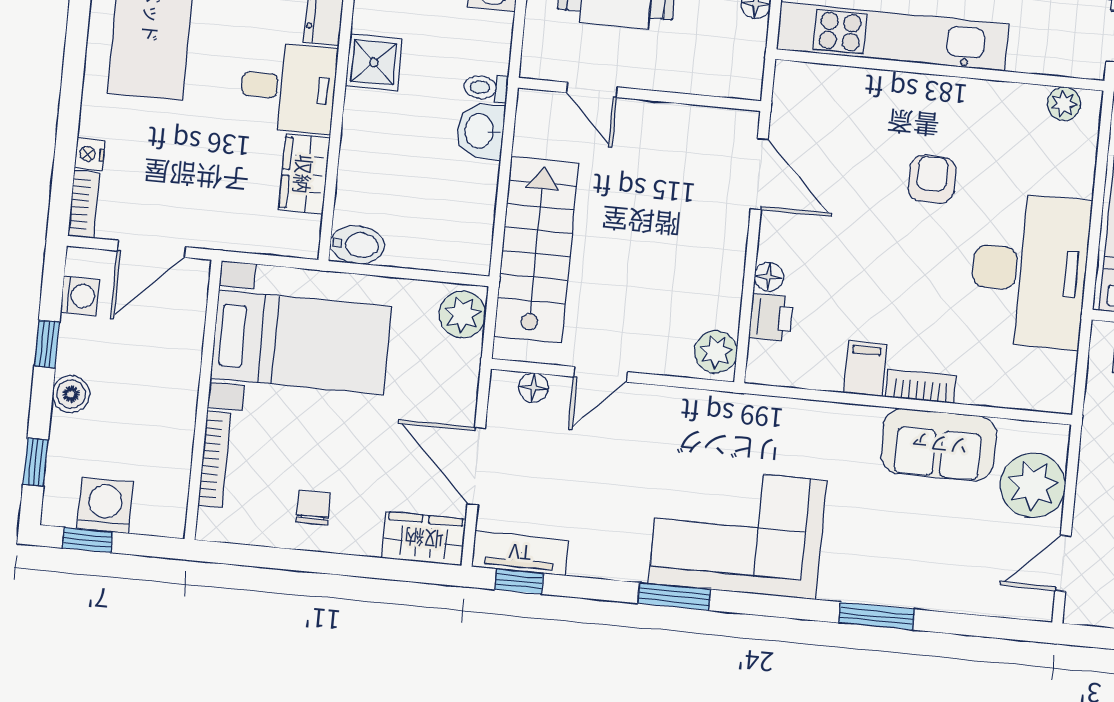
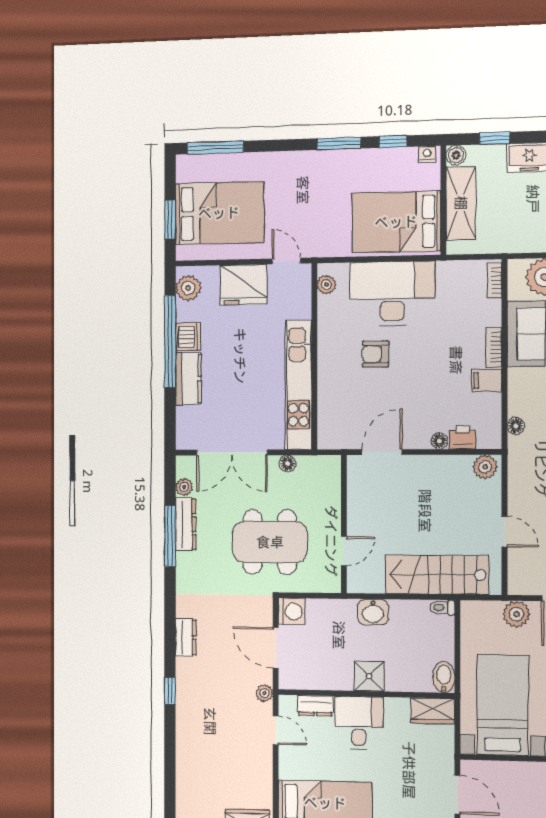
shower: (374, 62) -> (369, 676), moved
toilet: (486, 88) -> (442, 608), moved, turned 90
wardrobe: (304, 174) -> (433, 711), moved
desk: (1030, 270) -> (392, 294), moved
plant: (463, 314) -> (516, 614), moved
floor lamp: (533, 388) -> (516, 426), moved
bookcase: (1037, 399) -> (494, 280), added

